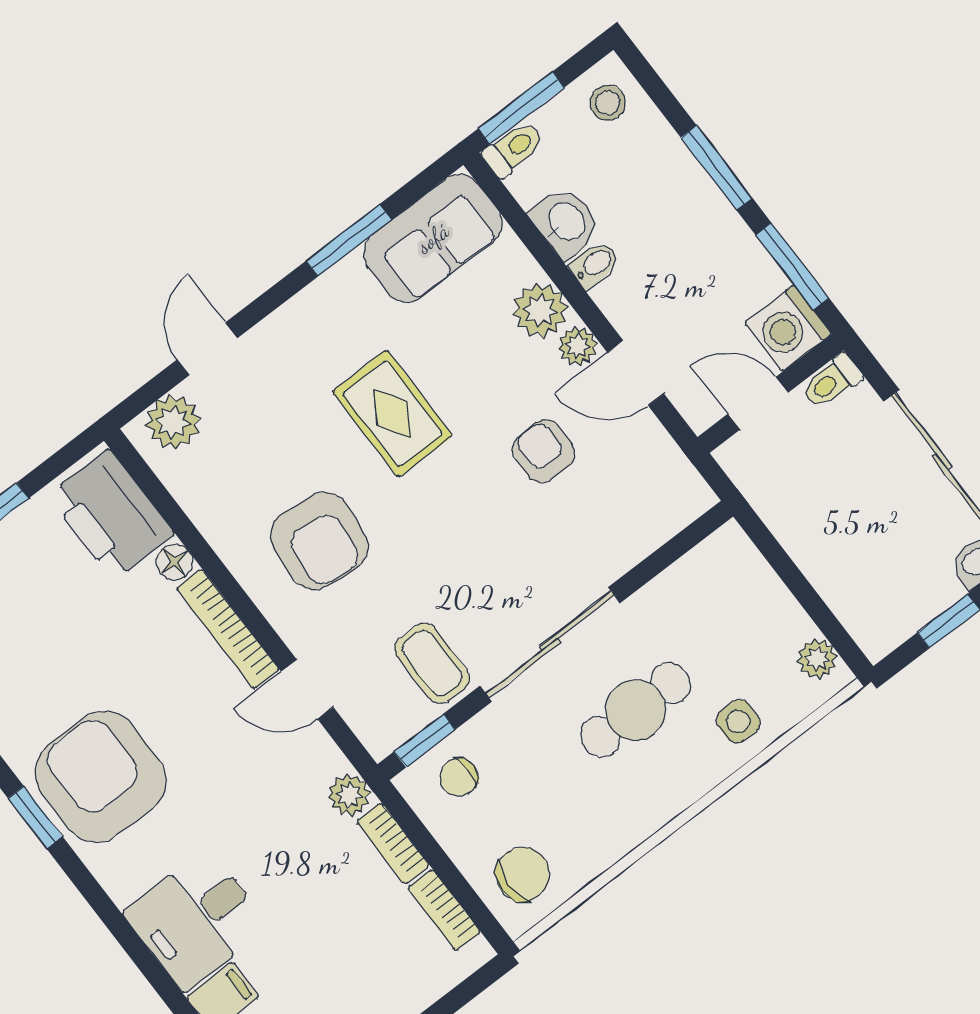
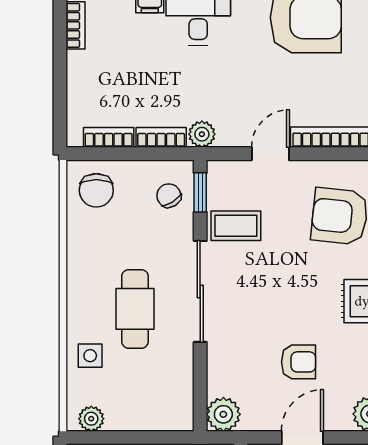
plant: (578, 346) -> (223, 414), moved, width x1.38, depth x1.38
chair: (459, 777) -> (169, 196), turned -32

